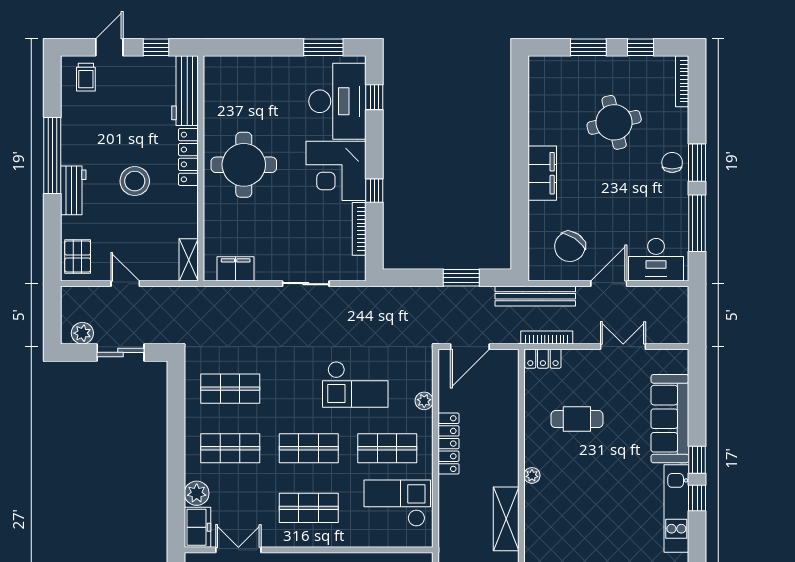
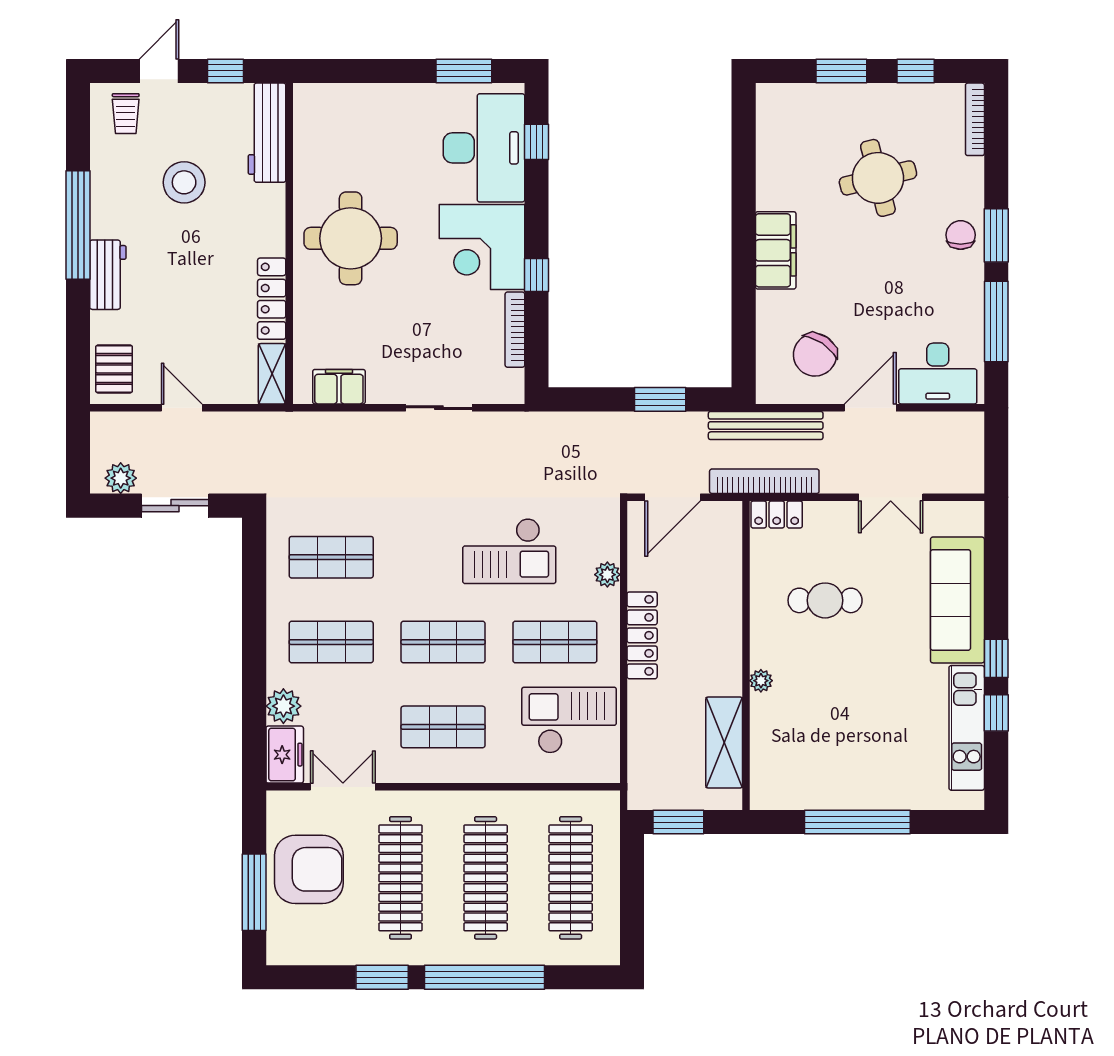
locker: (188, 157) -> (272, 299), moved
stool: (135, 181) -> (184, 182), moved
bookcase: (547, 337) -> (764, 481), width x1.48, depth x1.31
double door: (623, 347) -> (891, 497), swing flipped

